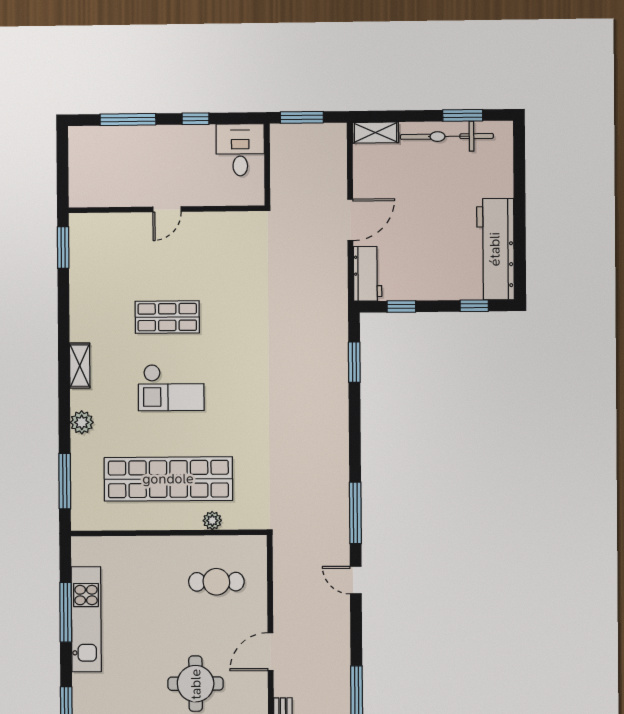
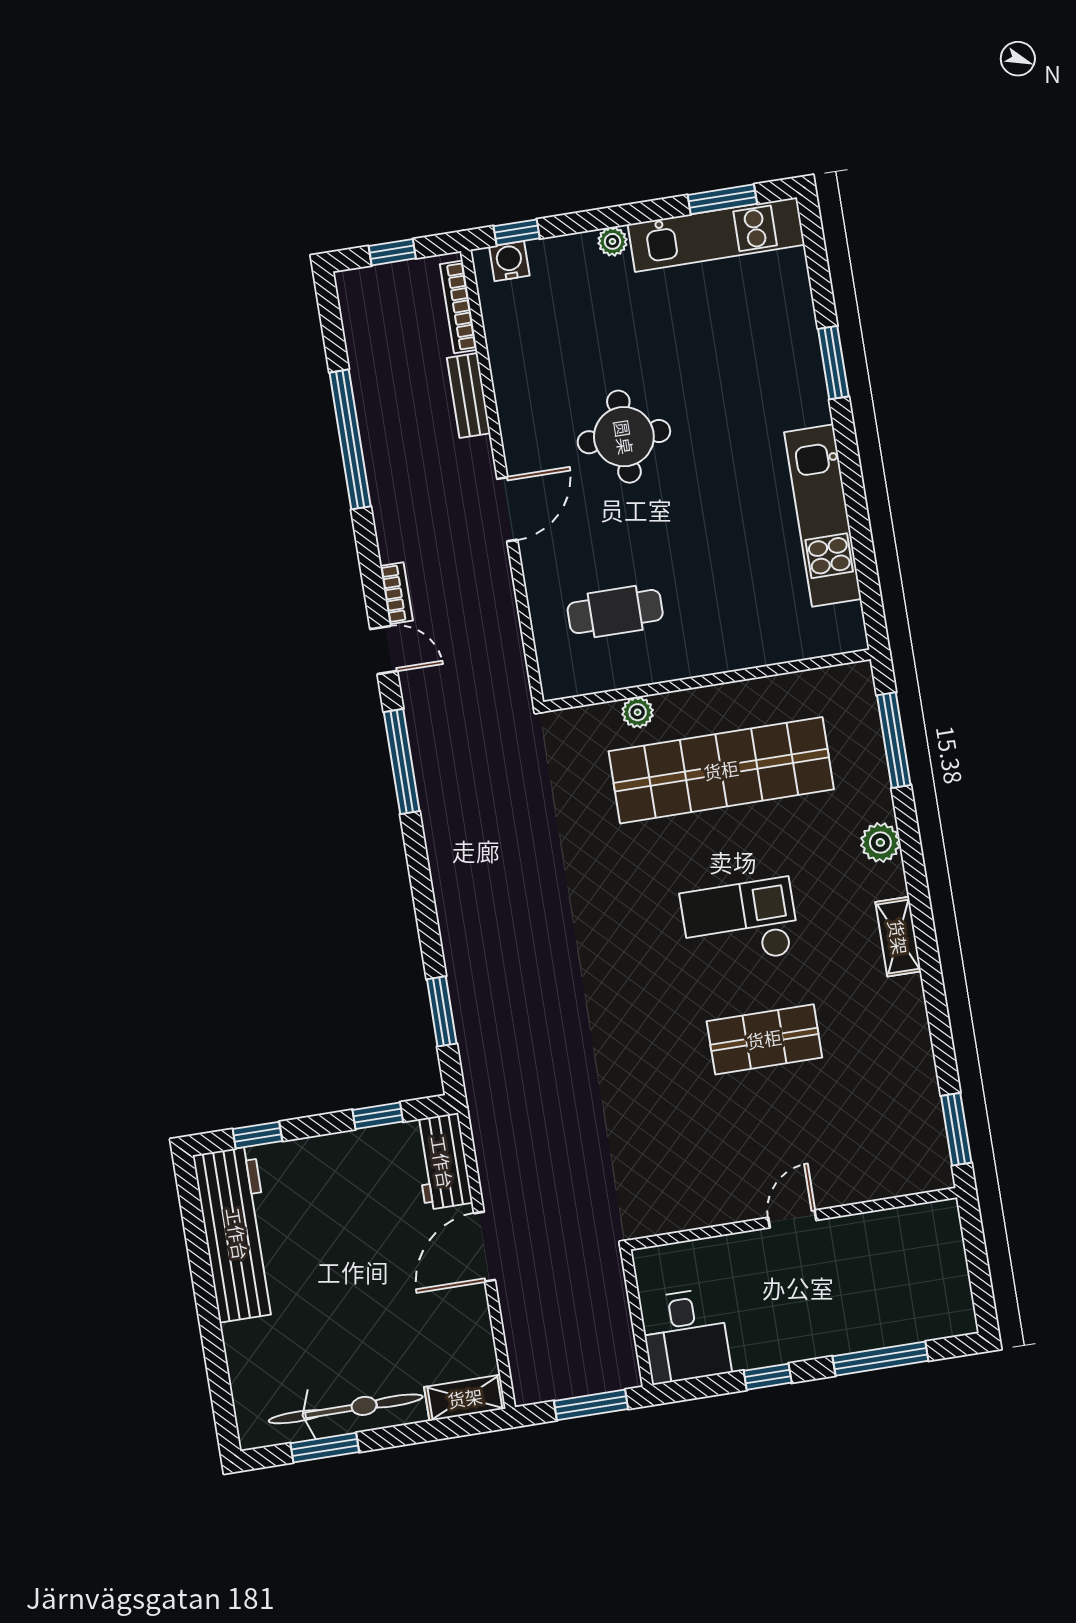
window: (66, 612) -> (859, 522), removed
bookcase: (343, 612) -> (396, 593), added

